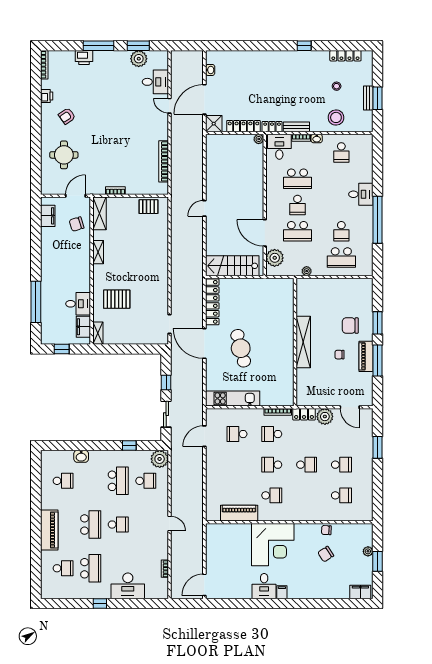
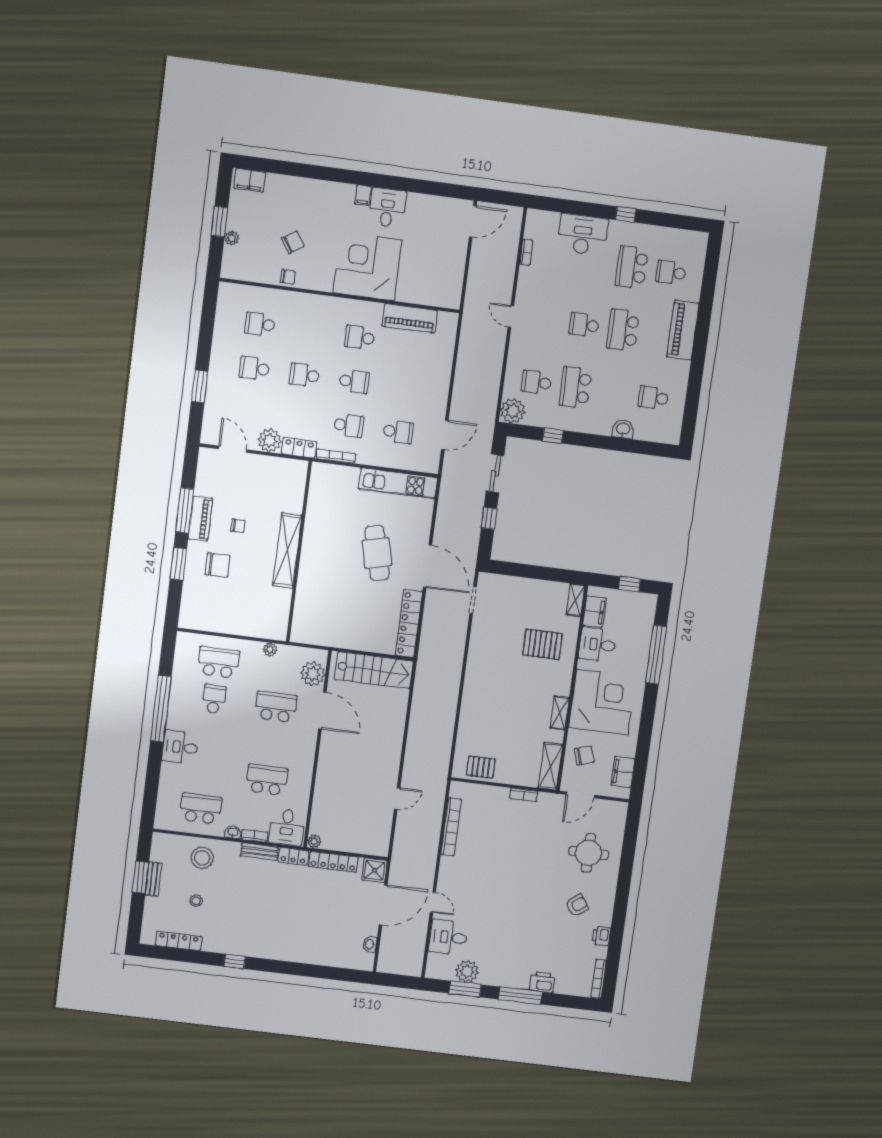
school desk: (341, 152) -> (201, 809), width x1.85
school desk: (297, 205) -> (271, 743), removed
door: (204, 208) -> (397, 799), moved
corner desk: (69, 264) -> (602, 702), added

